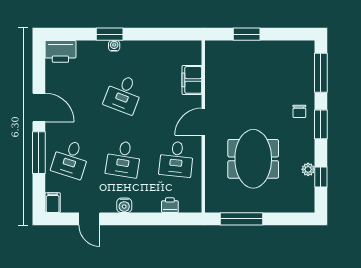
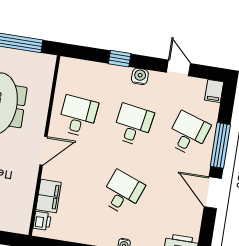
printer: (170, 205) -> (42, 221), moved, turned -90
window: (146, 219) -> (120, 59), added

